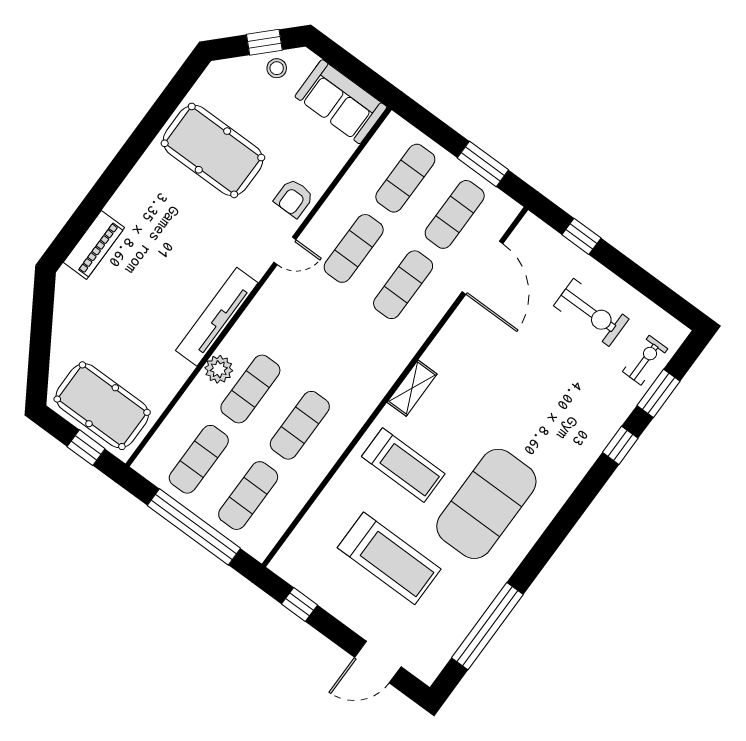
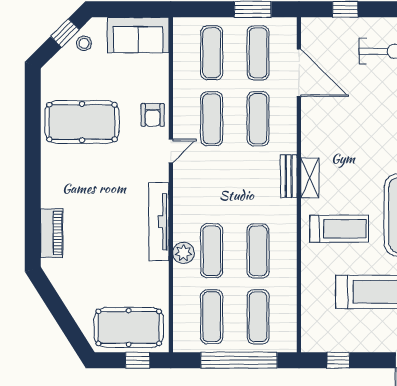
bench: (391, 370) -> (289, 176), added

